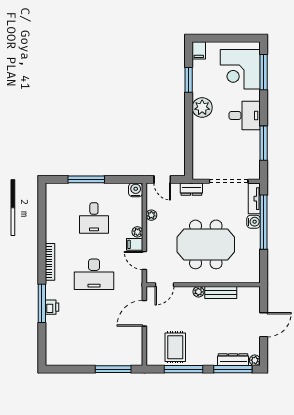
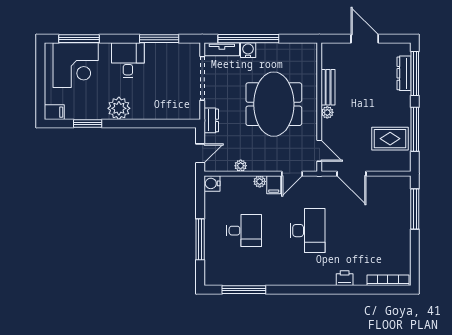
bookcase: (50, 262) -> (388, 280), moved
window: (42, 303) -> (244, 290), moved
plant: (255, 360) -> (405, 49), removed

